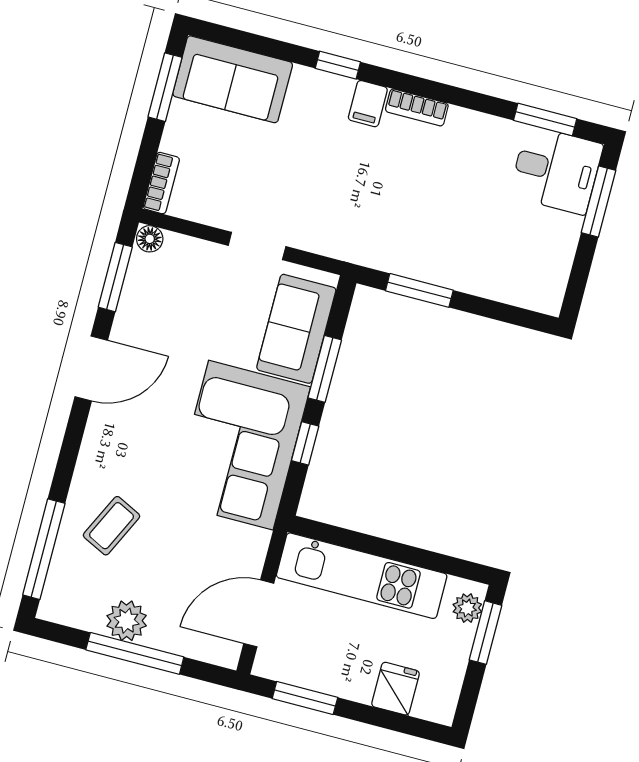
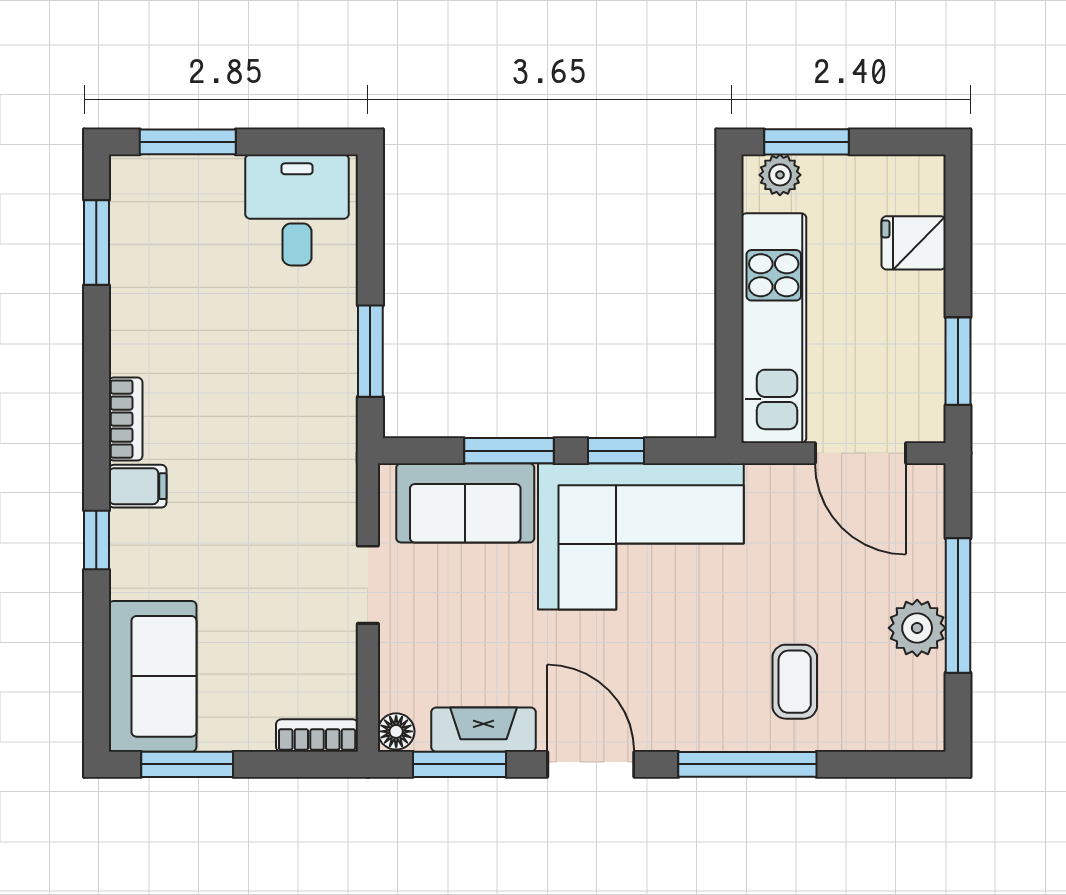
desk: (556, 170) -> (297, 210), moved
fireplace: (135, 300) -> (483, 730), added
coffee table: (112, 526) -> (795, 682), turned 64
window: (44, 549) -> (747, 764), moved

